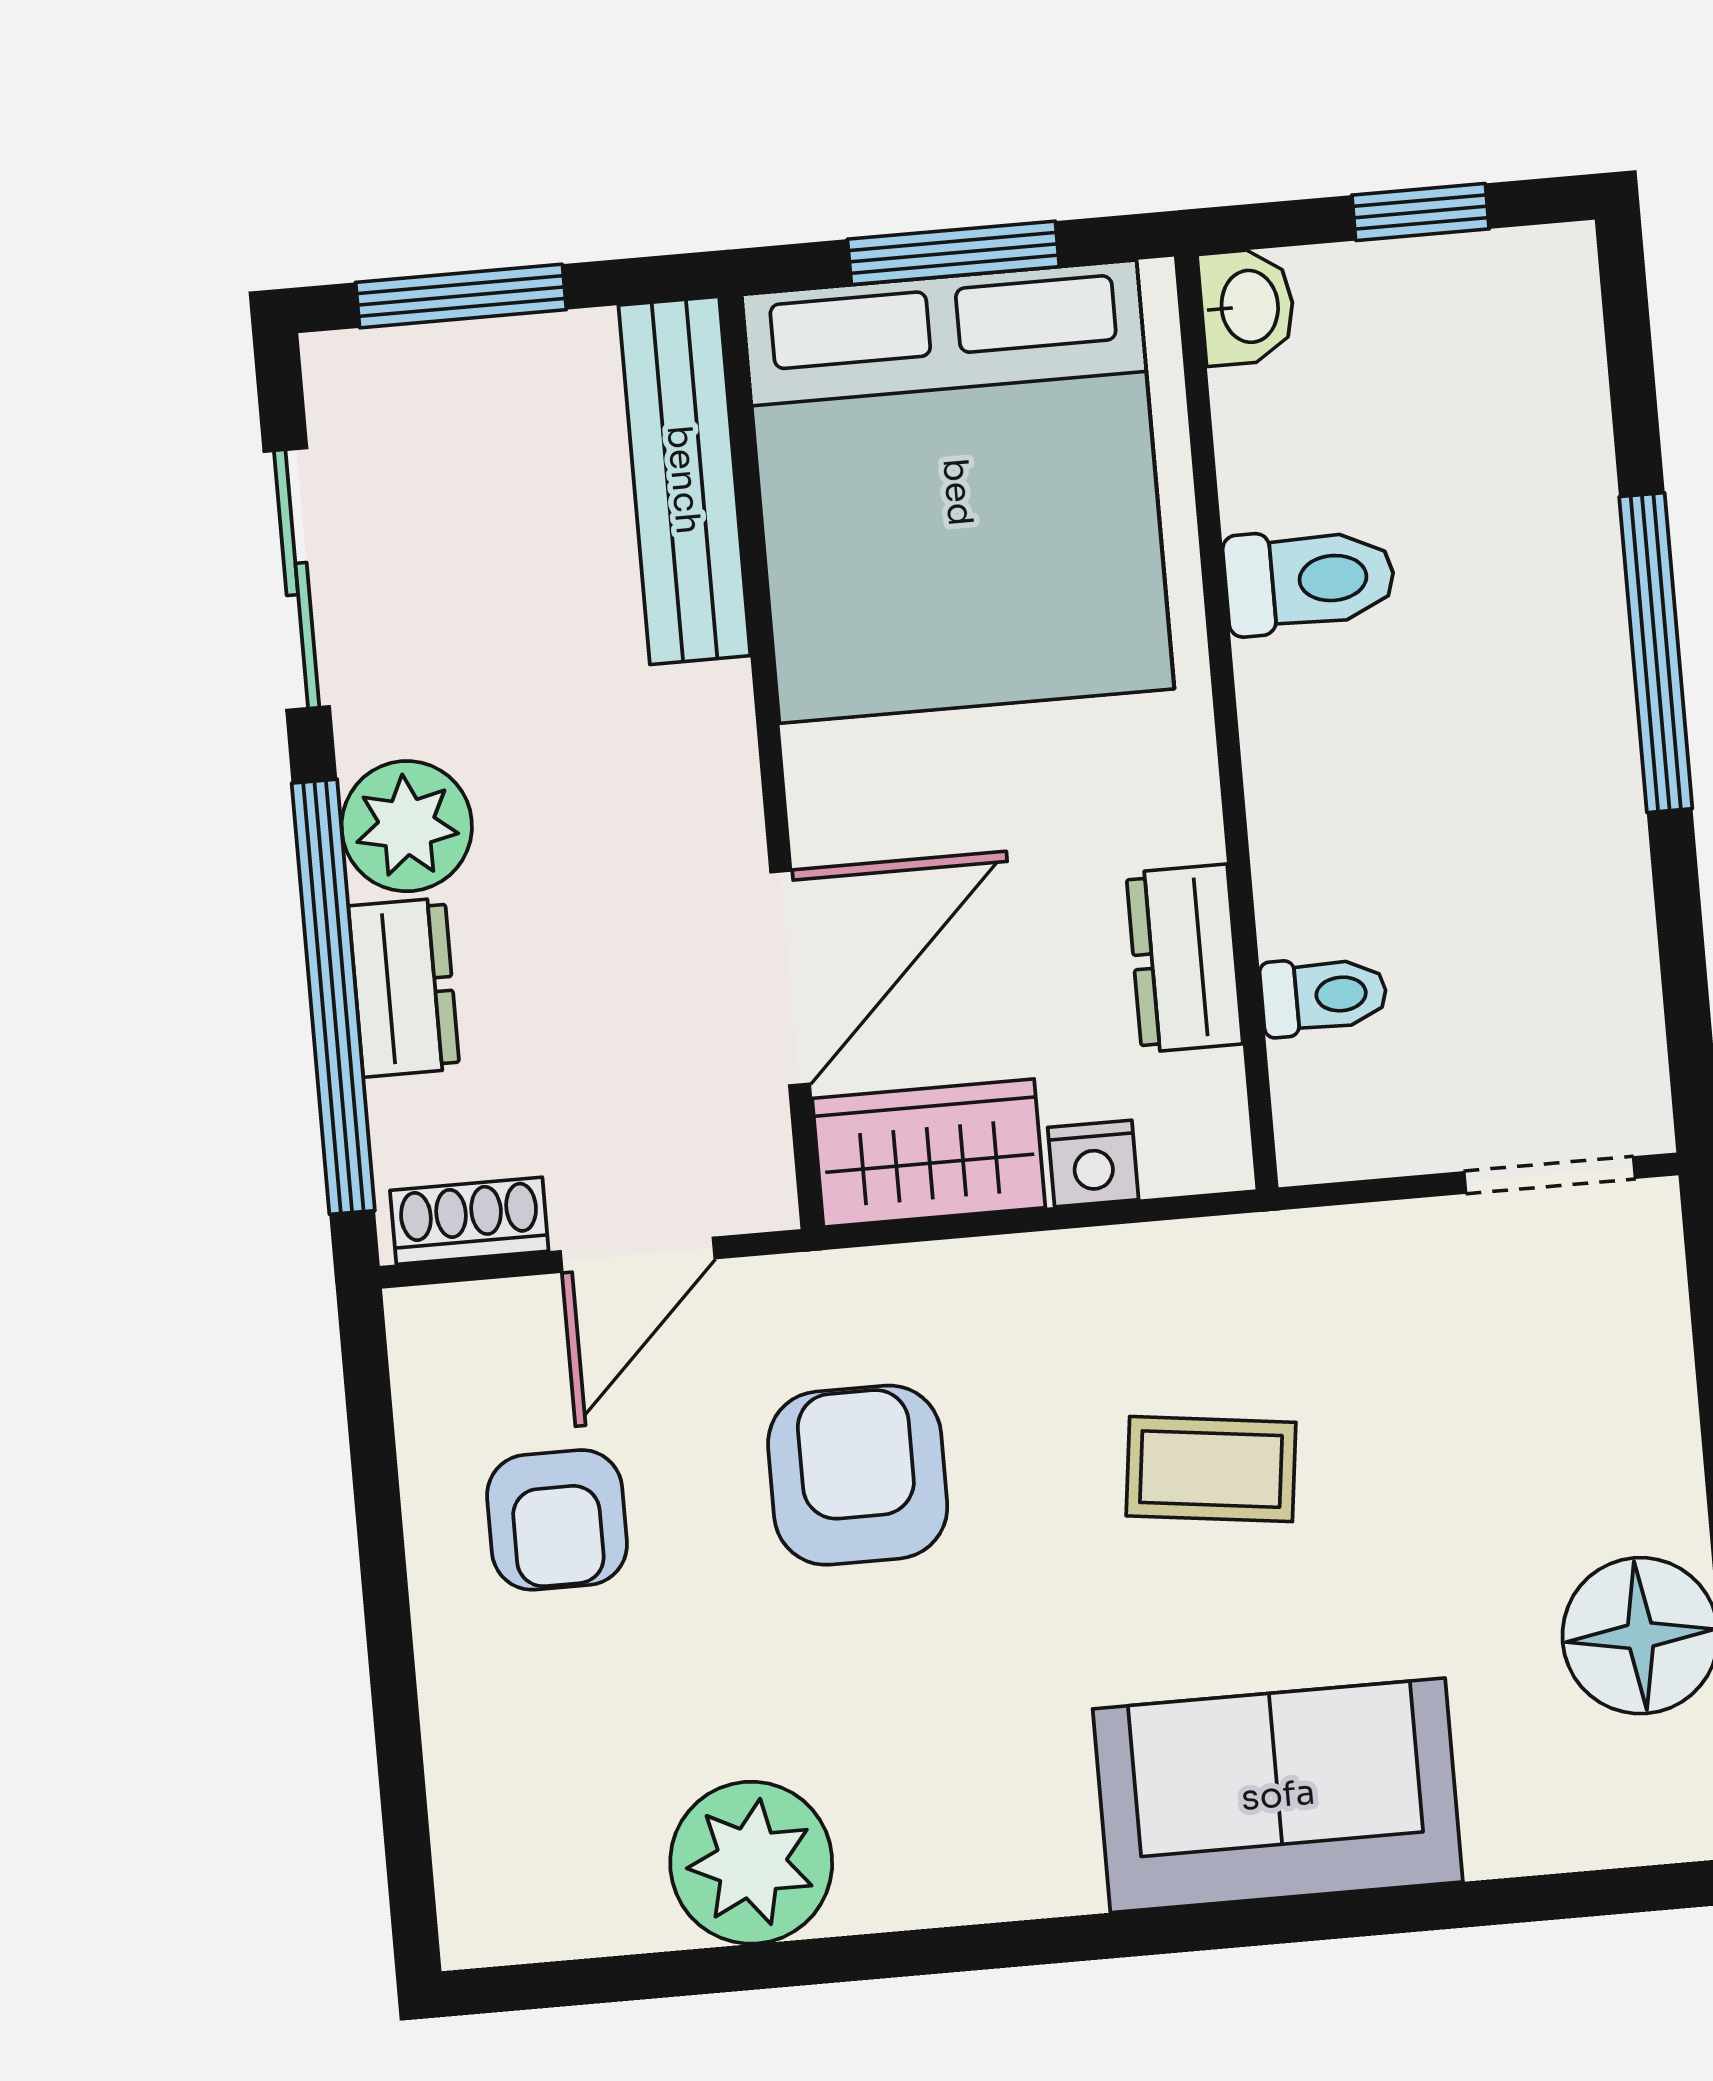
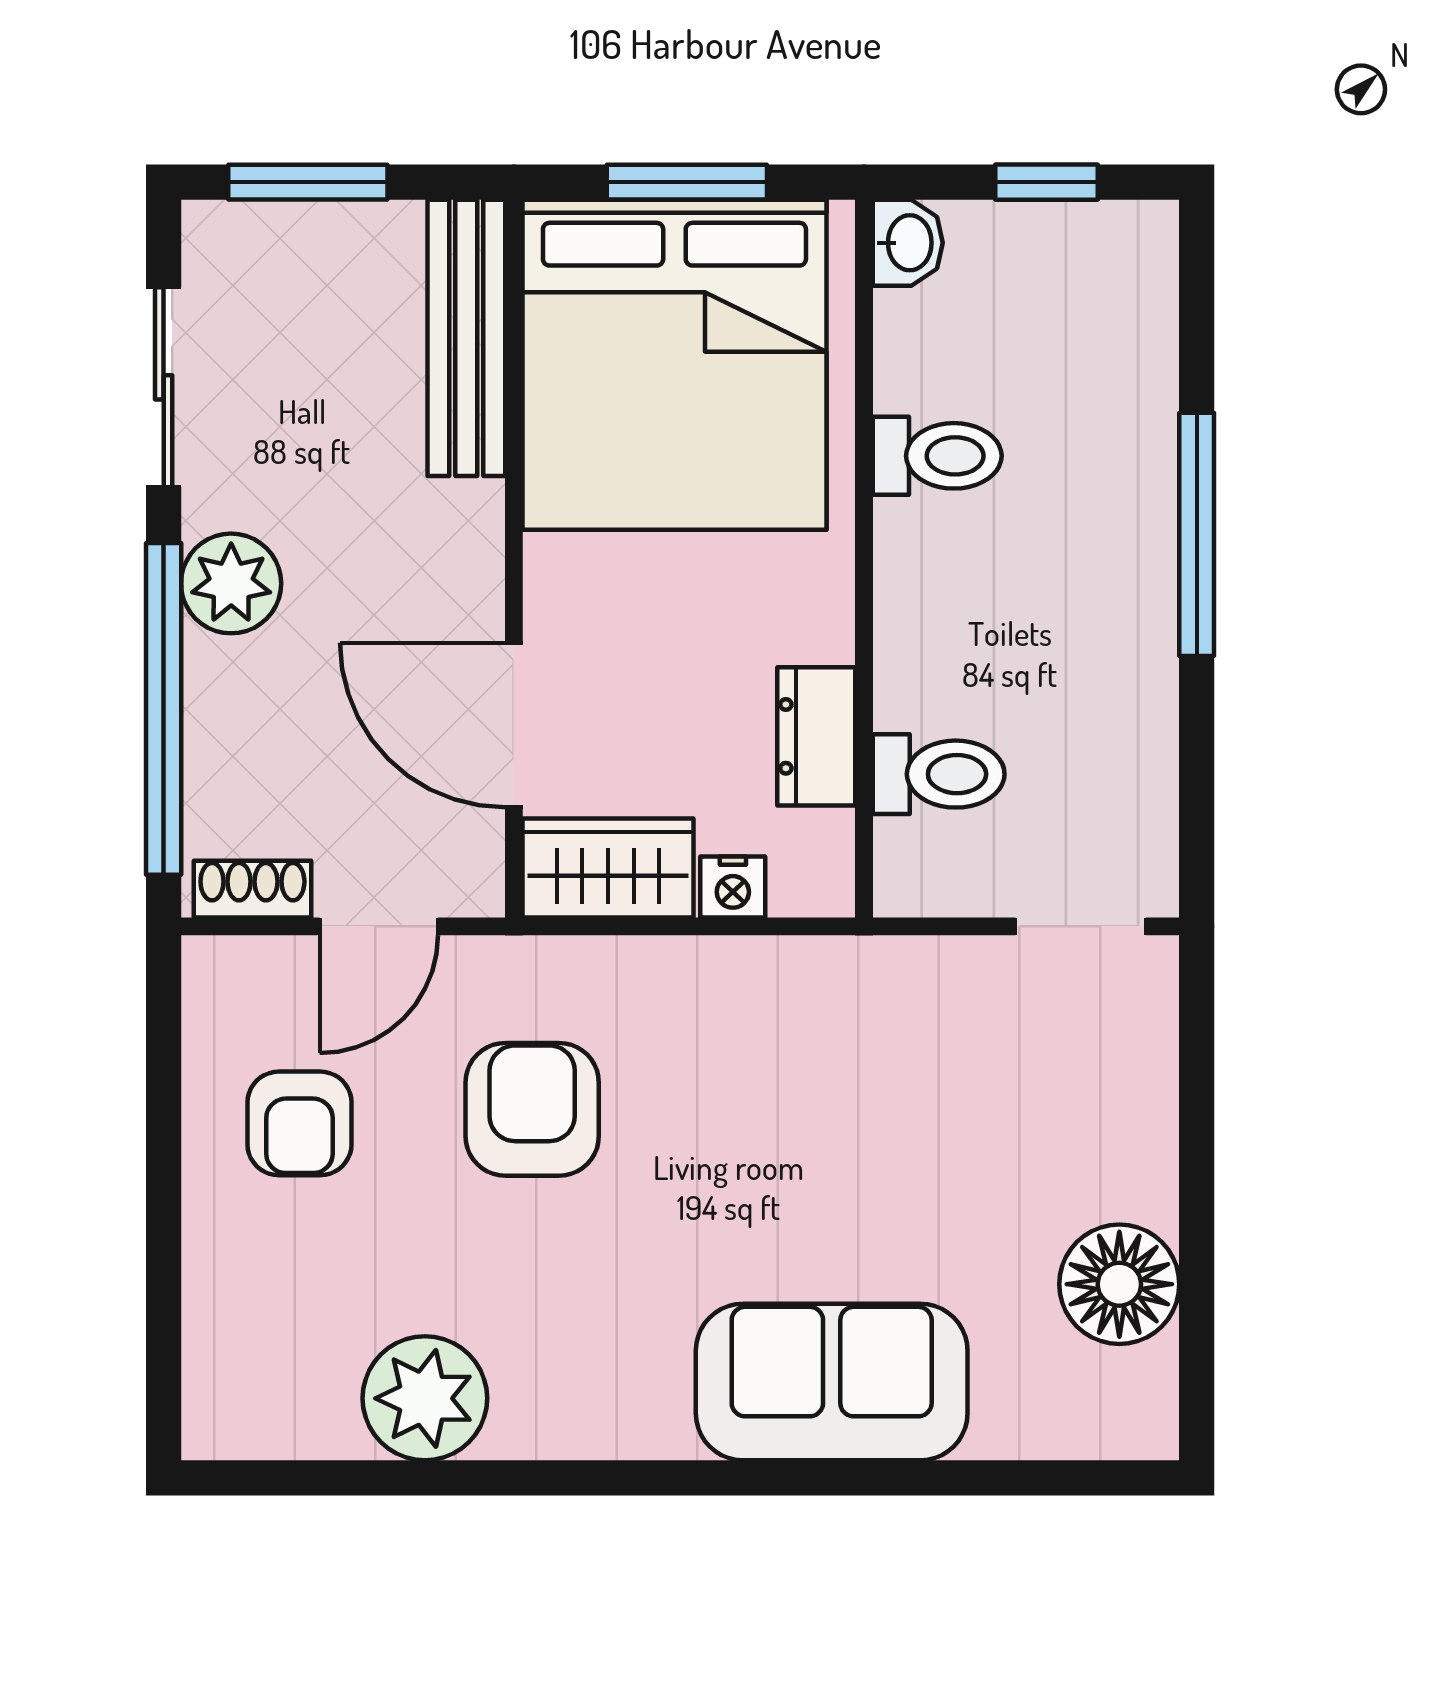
door: (790, 978) -> (514, 725), swing flipped
dresser: (404, 987) -> (218, 706), removed
toilet: (1324, 995) -> (939, 774), width x1.37, depth x1.39
coffee table: (1211, 1469) -> (802, 1128), removed

